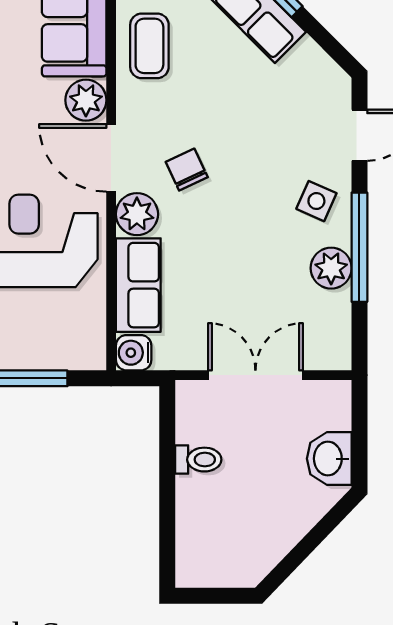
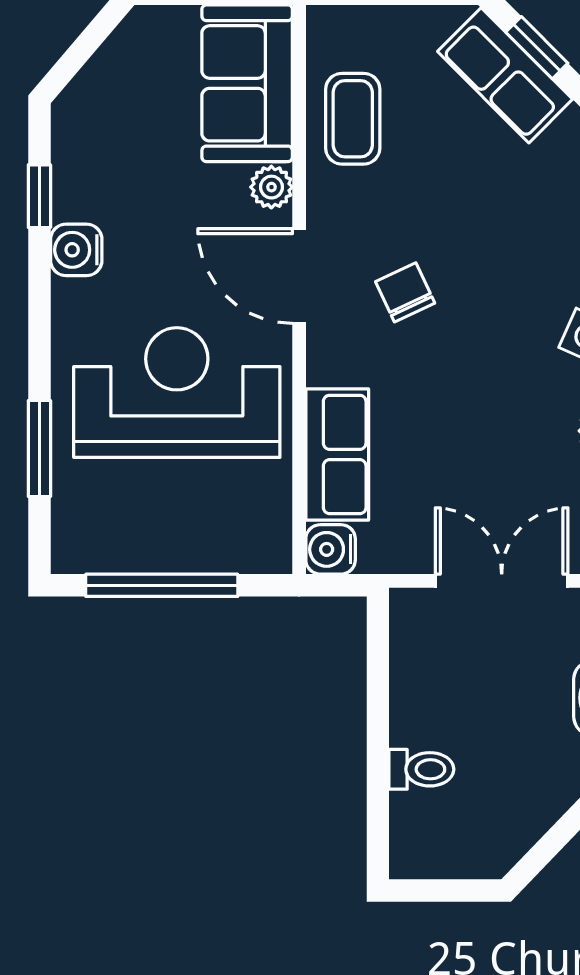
plant: (86, 100) -> (271, 187), width x0.73, depth x0.73
plant: (137, 214) -> (335, 355), removed
toilet: (198, 460) -> (421, 769), moved

